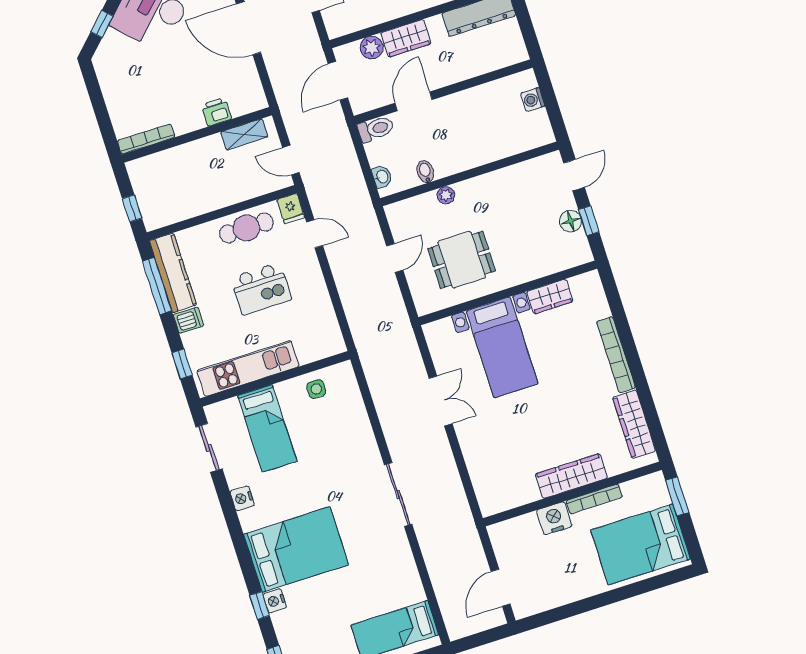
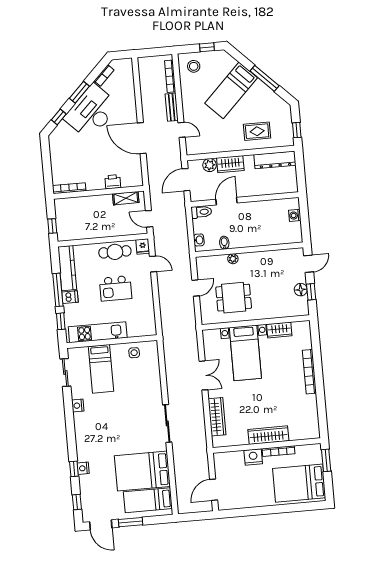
window: (157, 286) -> (58, 290), moved
wardrobe: (634, 424) -> (217, 417), moved, turned 180
bed: (296, 549) -> (142, 471), moved, turned 180

